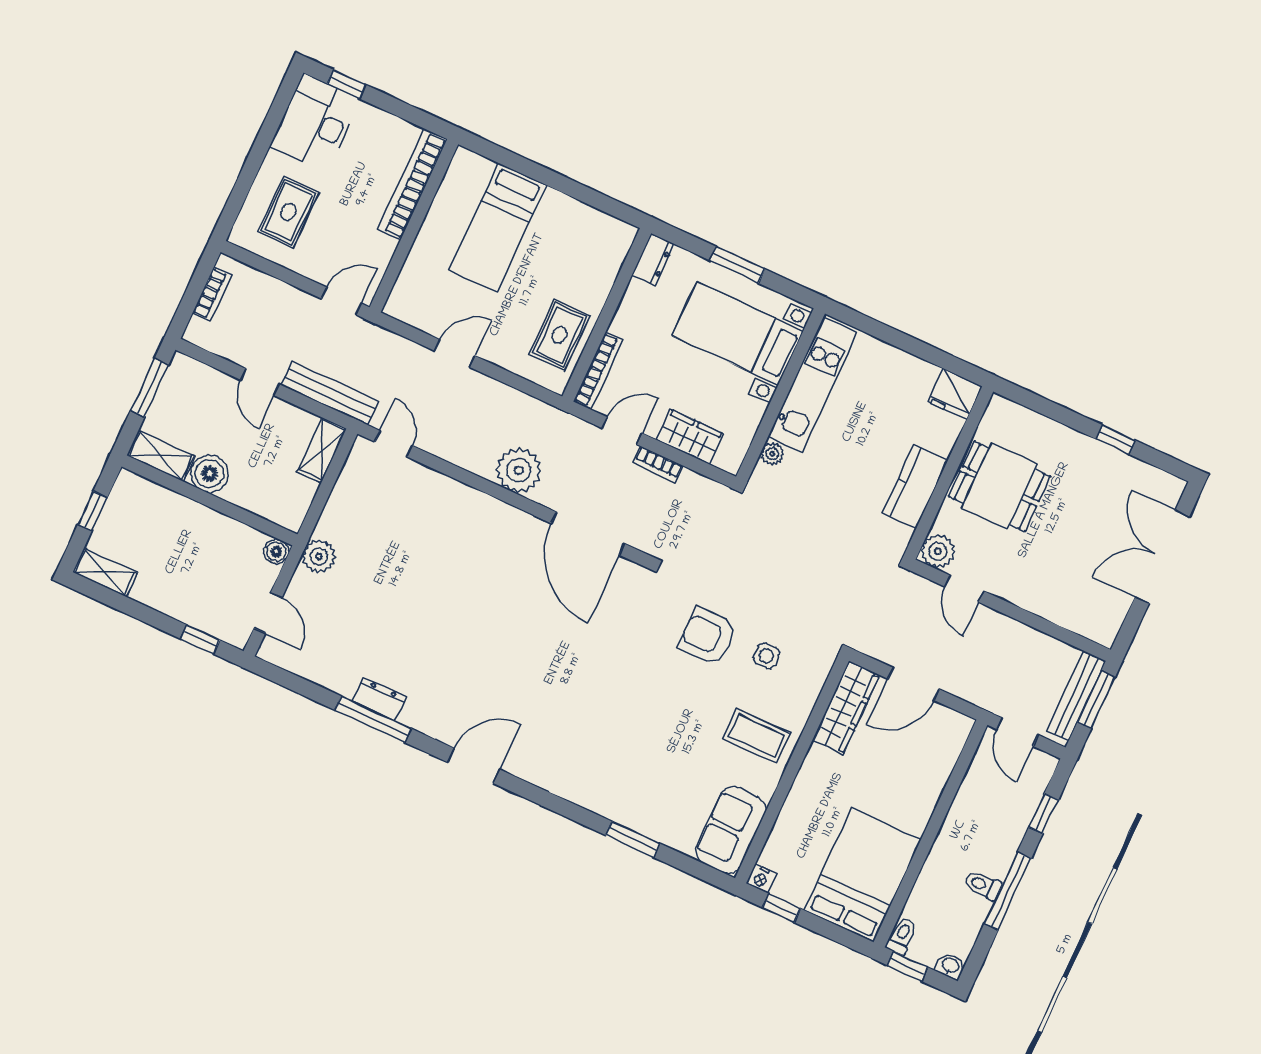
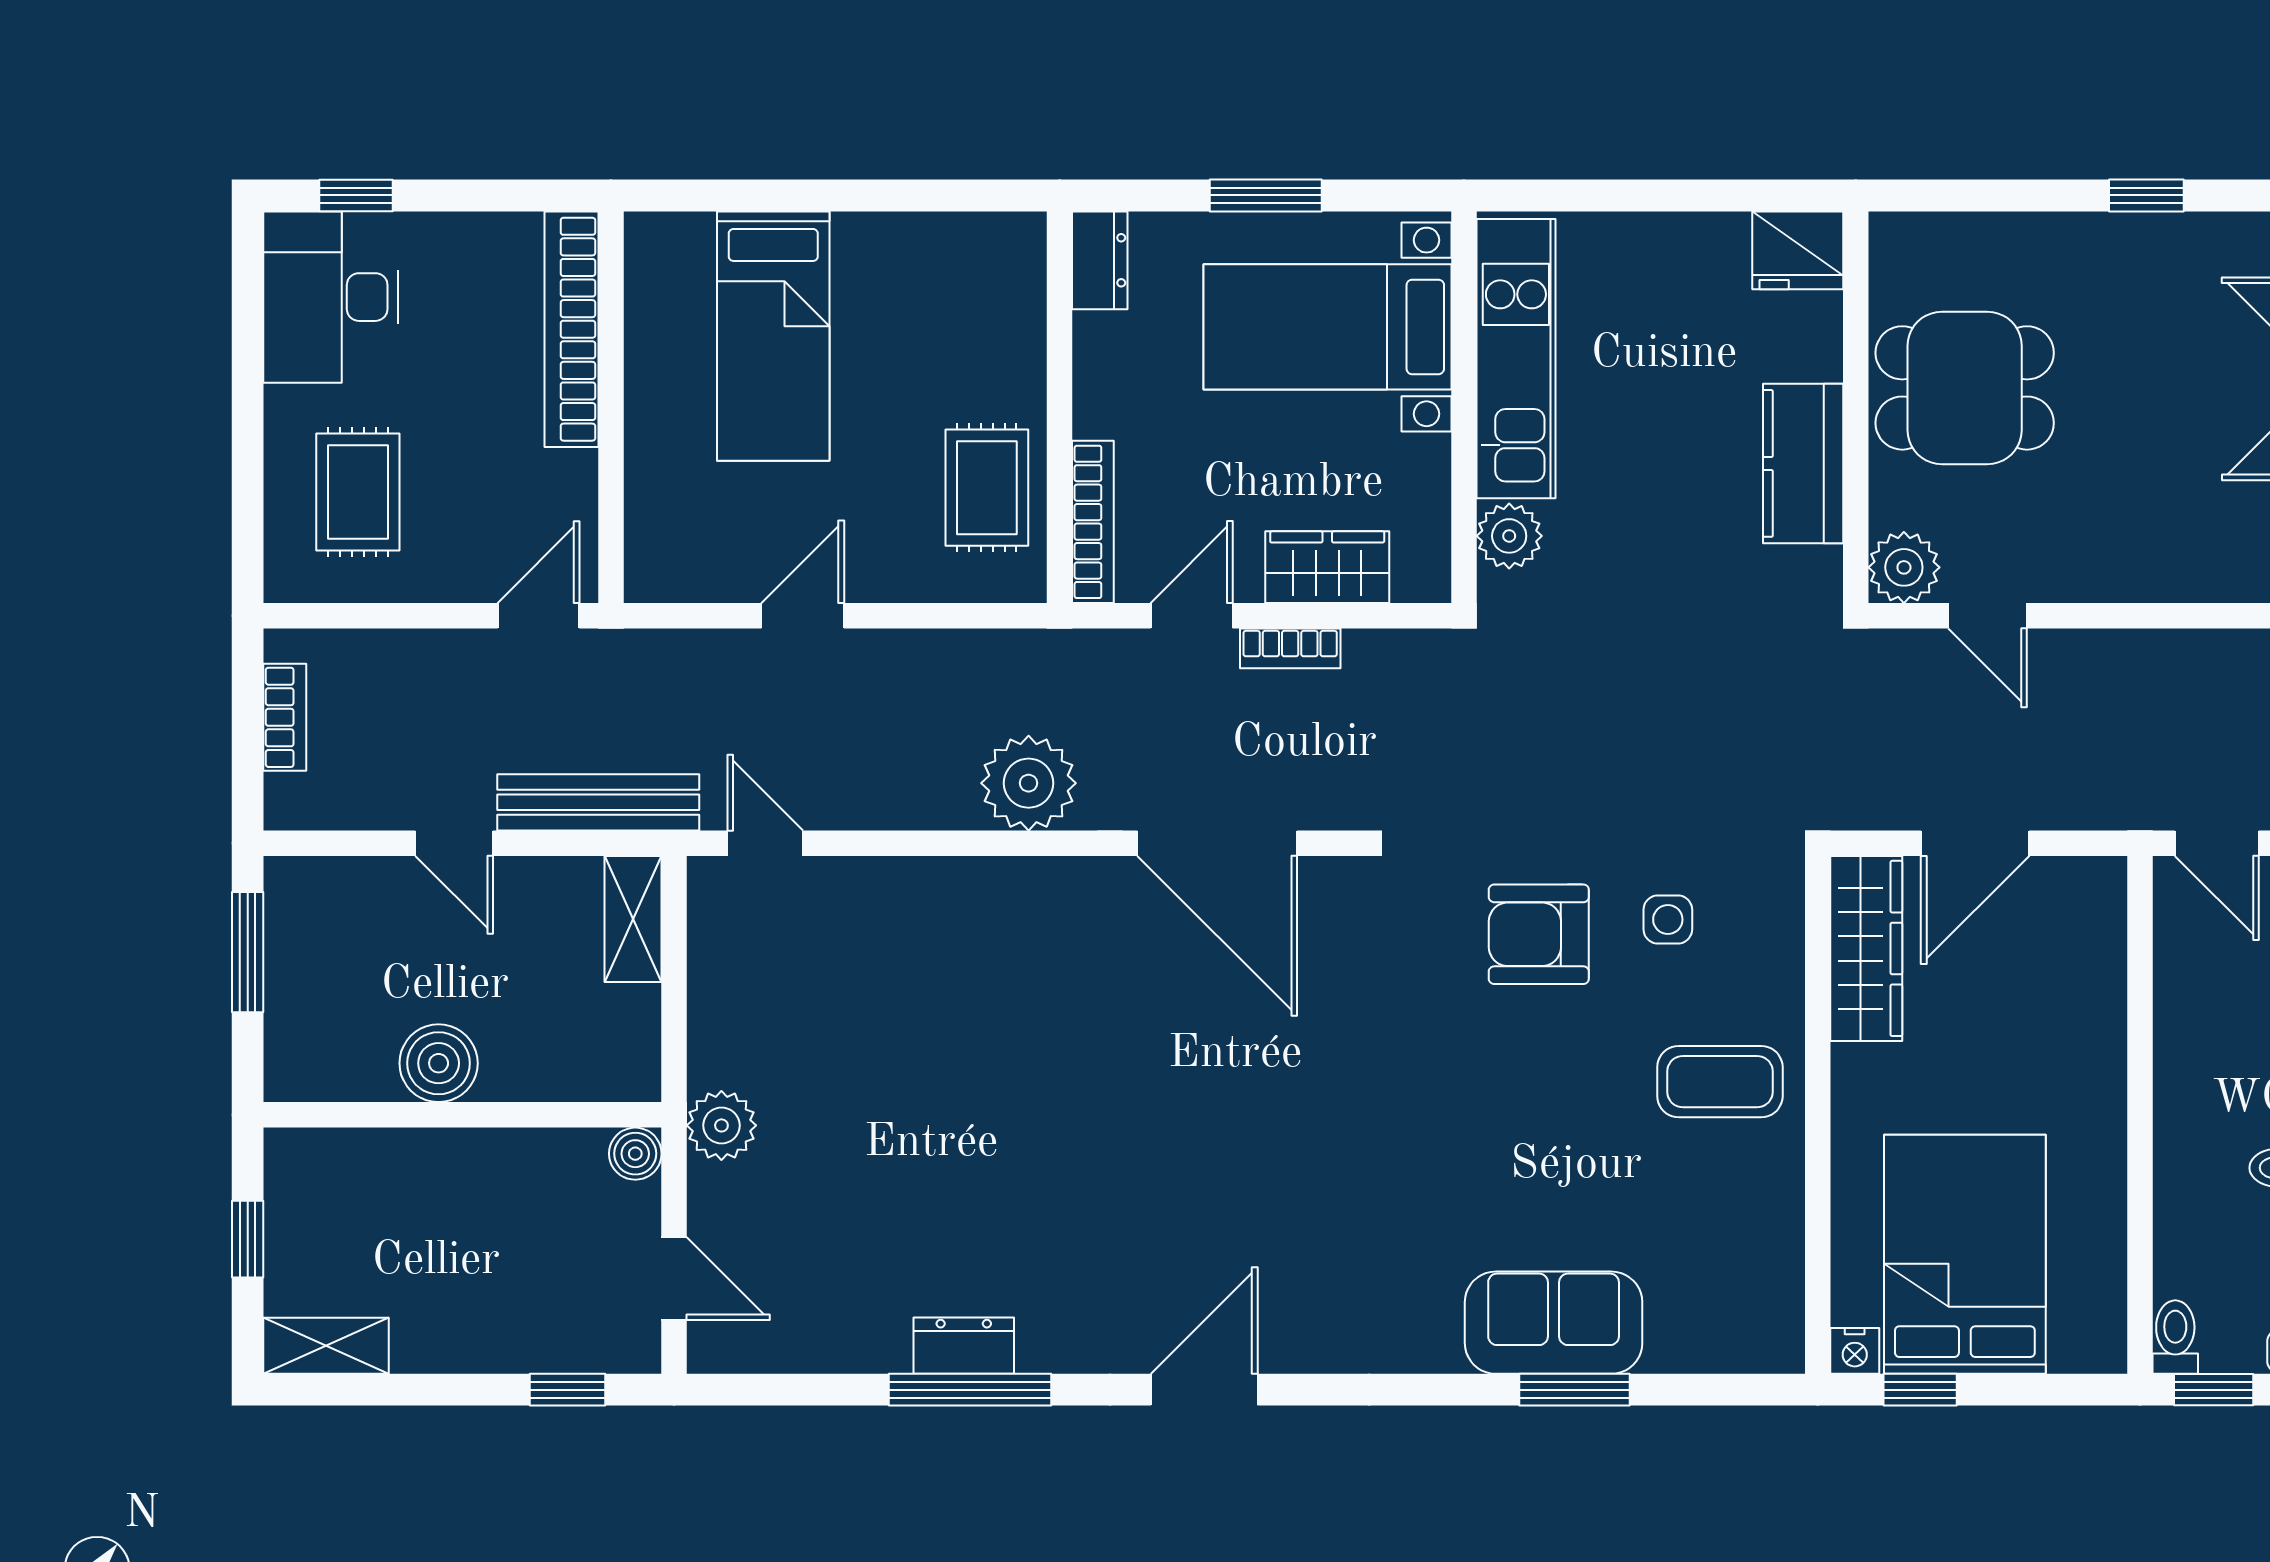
plant: (772, 454) -> (1509, 536), width x1.38, depth x1.38
shelving: (161, 456) -> (329, 1073), removed
sofa: (731, 830) -> (1554, 1323), moved, turned 90
bed: (863, 875) -> (1965, 1254), moved

